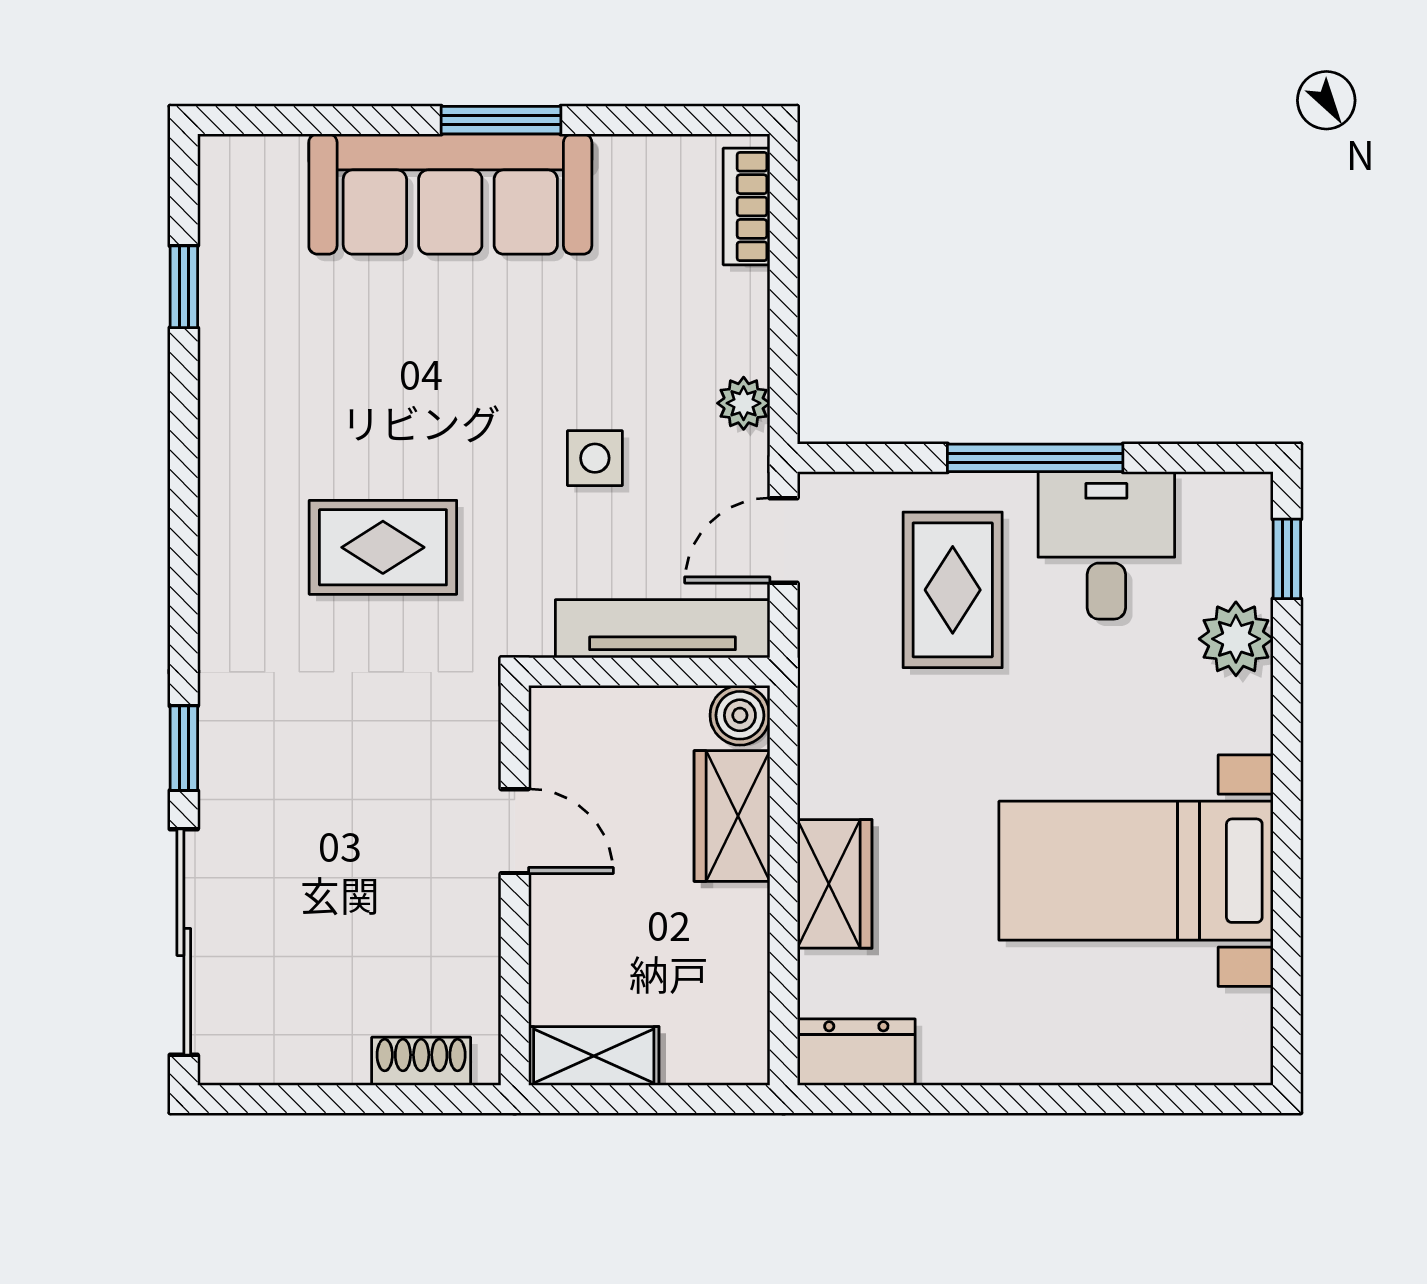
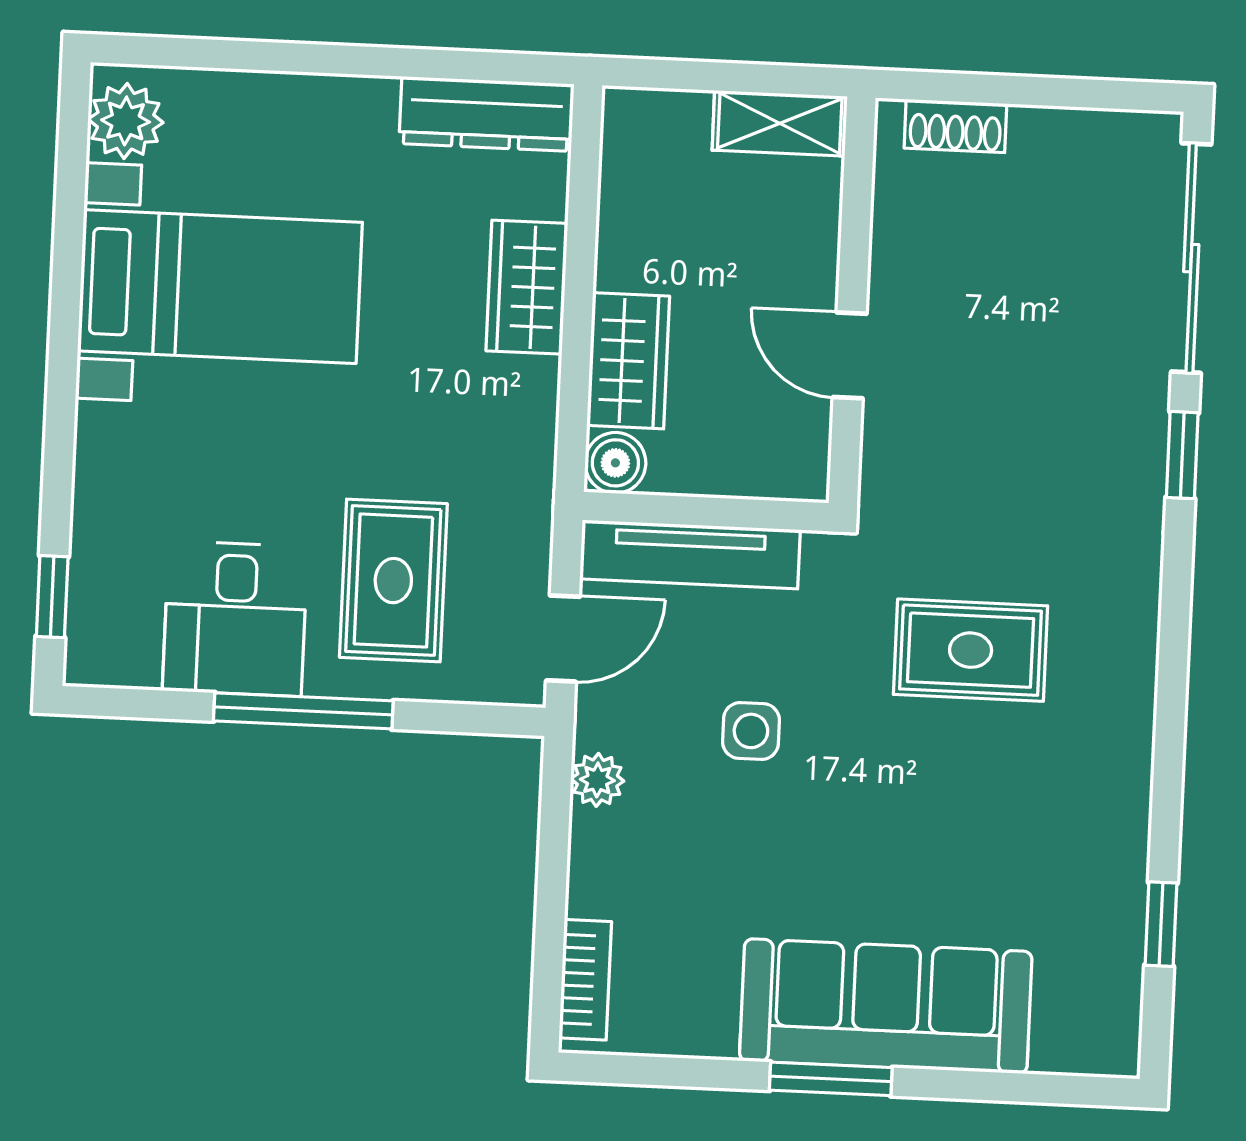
plant: (1236, 639) -> (126, 121), moved
dresser: (856, 1052) -> (486, 114), width x1.44

